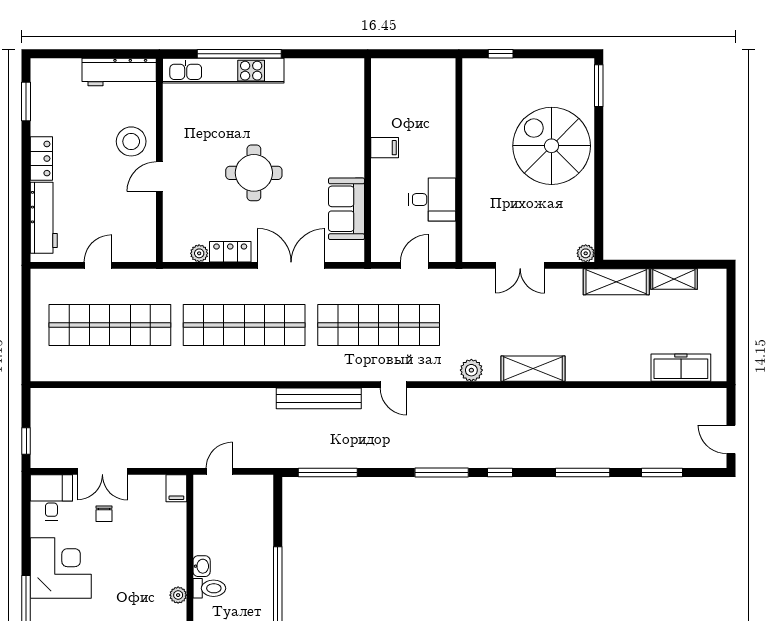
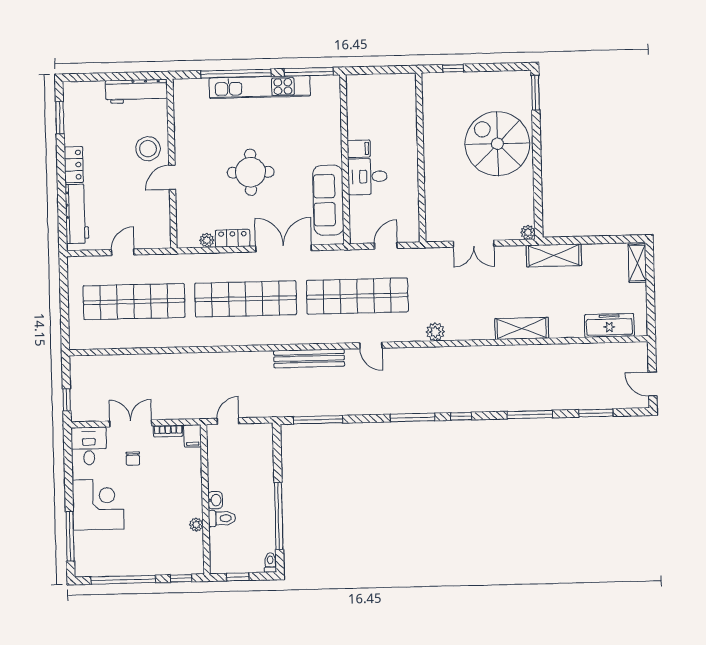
window: (327, 54) -> (309, 72), added
kitchen unit: (223, 71) -> (260, 87), moved
desk: (432, 200) -> (367, 176), moved, turned 180
sofa: (347, 209) -> (328, 200), width x1.36
shelving: (674, 279) -> (637, 263), moved, turned 90
shelving: (533, 369) -> (522, 328), moved
double door: (102, 471) -> (131, 423), swing flipped
bookcase: (147, 482) -> (168, 431), added

